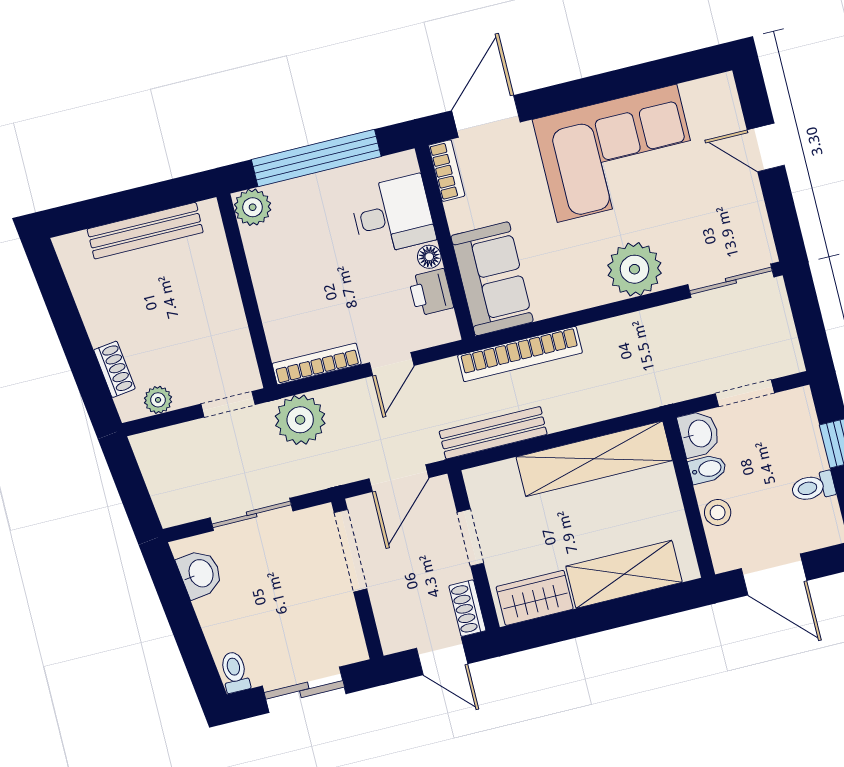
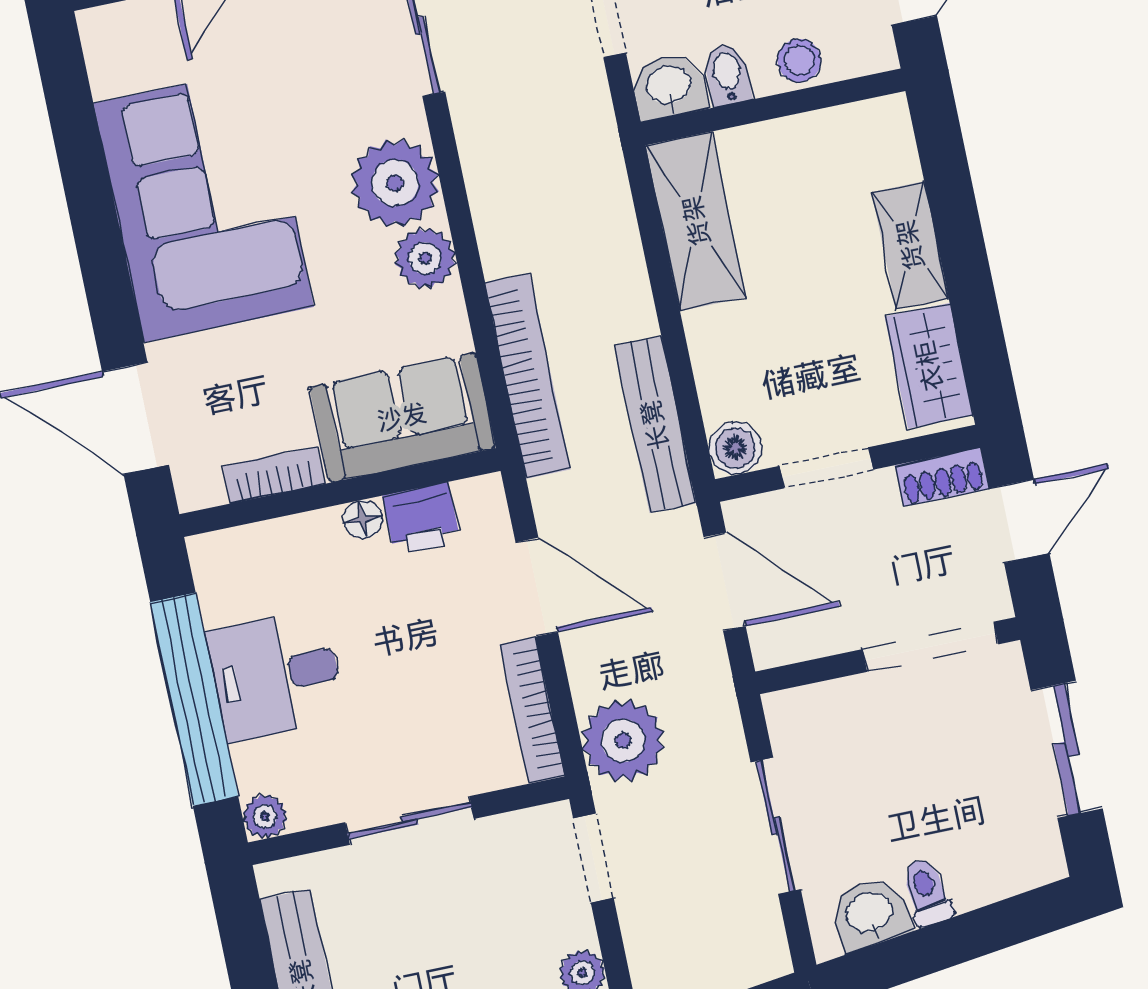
bookcase: (447, 171) -> (274, 475), moved
plant: (253, 207) -> (265, 816), width x0.73, depth x0.73
desk: (393, 215) -> (276, 675), moved, turned -90
plant: (589, 289) -> (425, 258), added
sliding door: (247, 292) -> (410, 820), added
door: (392, 364) -> (537, 587), width x1.38
shelving: (594, 459) -> (696, 221), width x0.68
boiler: (480, 482) -> (735, 448), added
doorway: (350, 551) -> (930, 647), moved
shelving: (624, 574) -> (910, 245), width x0.67, depth x0.75
toilet: (235, 672) -> (927, 892), moved, turned 83

